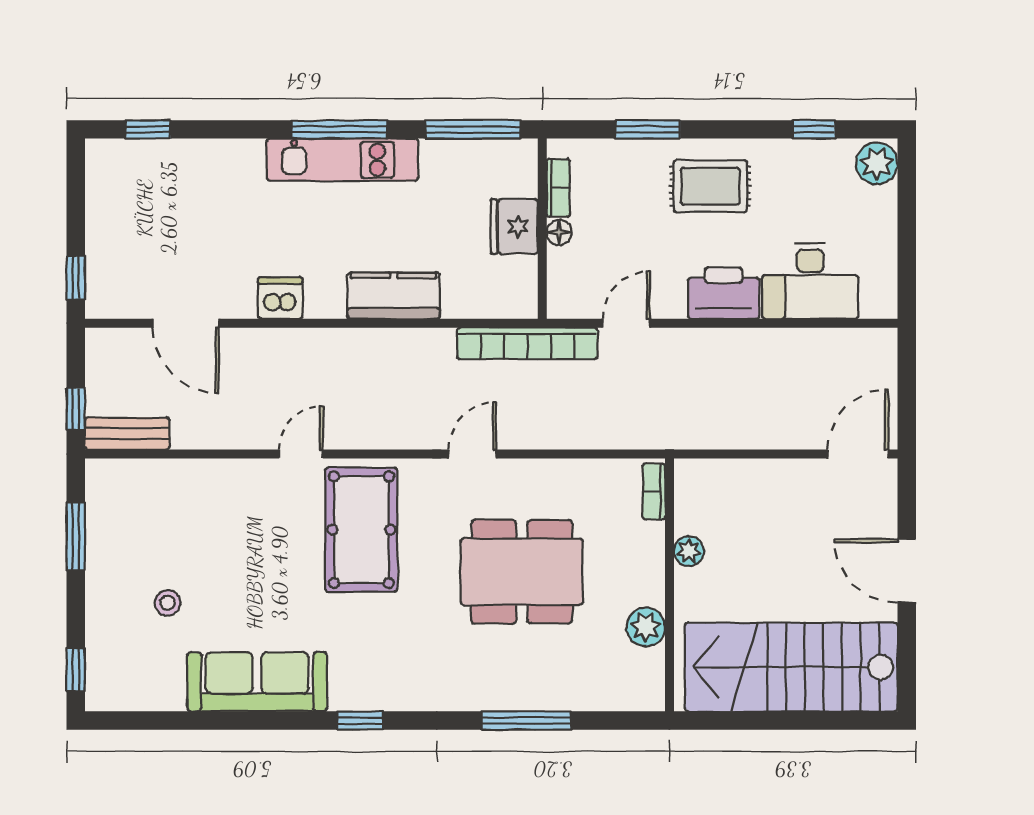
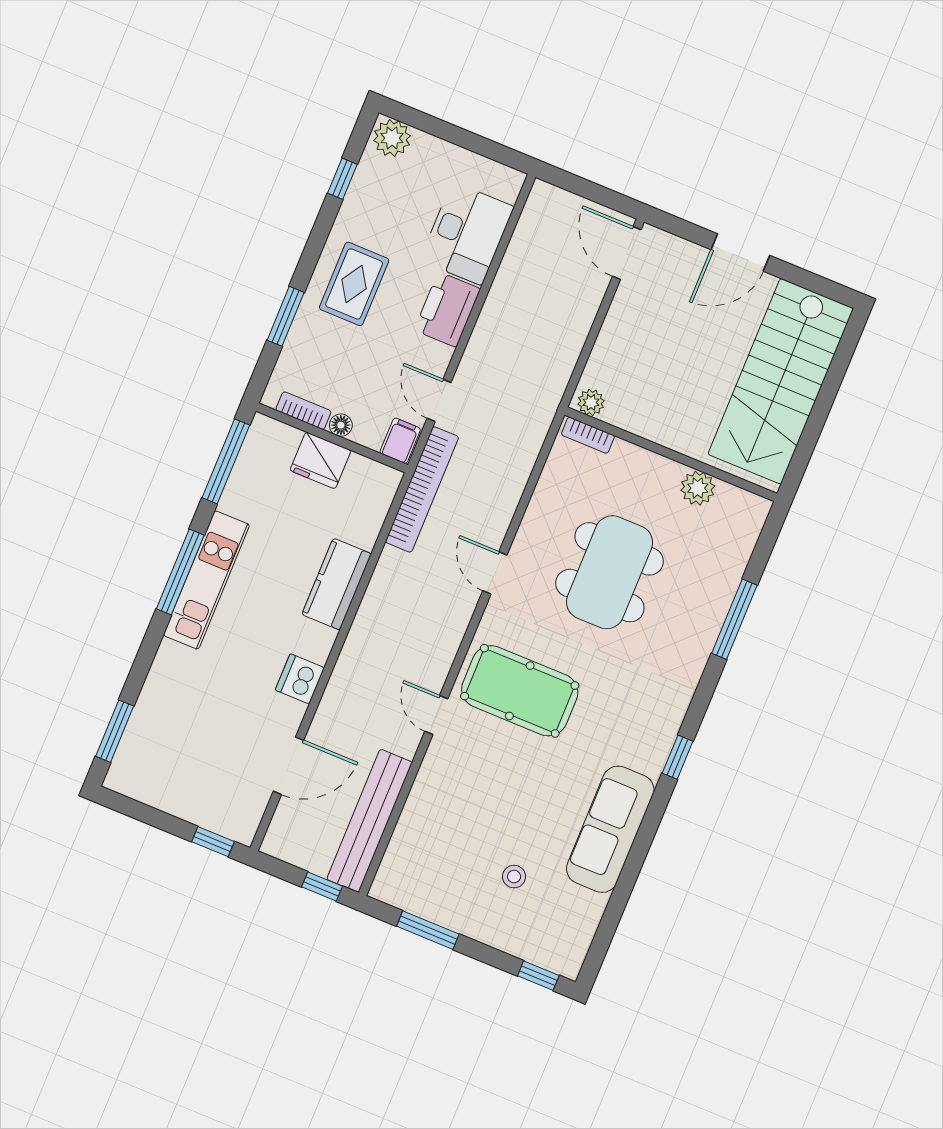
window: (148, 129) -> (115, 731), width x1.50
filing cabinet: (568, 300) -> (400, 441), added
bench: (127, 434) -> (370, 821), width x1.86, depth x1.21
plant: (689, 551) -> (591, 402), moved

